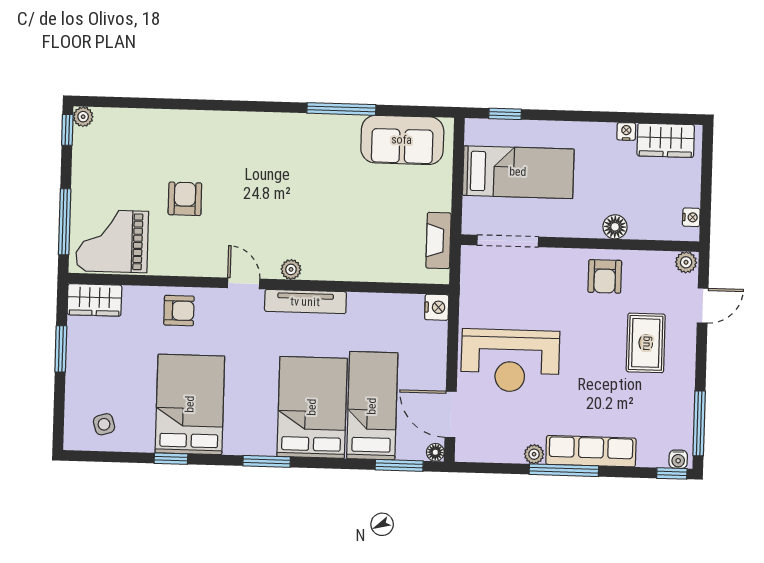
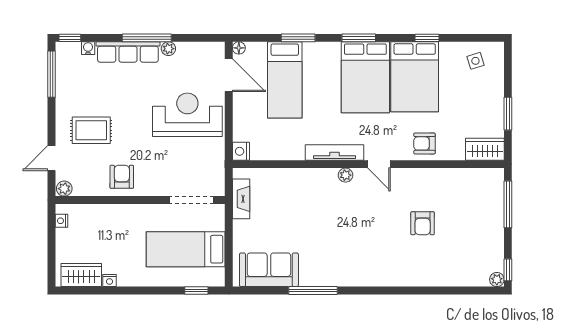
floor lamp: (615, 227) -> (116, 212), removed
grand piano: (112, 241) -> (474, 192), removed
rug: (646, 343) -> (91, 130), turned 90
bed: (312, 407) -> (365, 77), moved
water cooler: (678, 459) -> (88, 48), moved
window: (399, 465) -> (298, 38), moved

